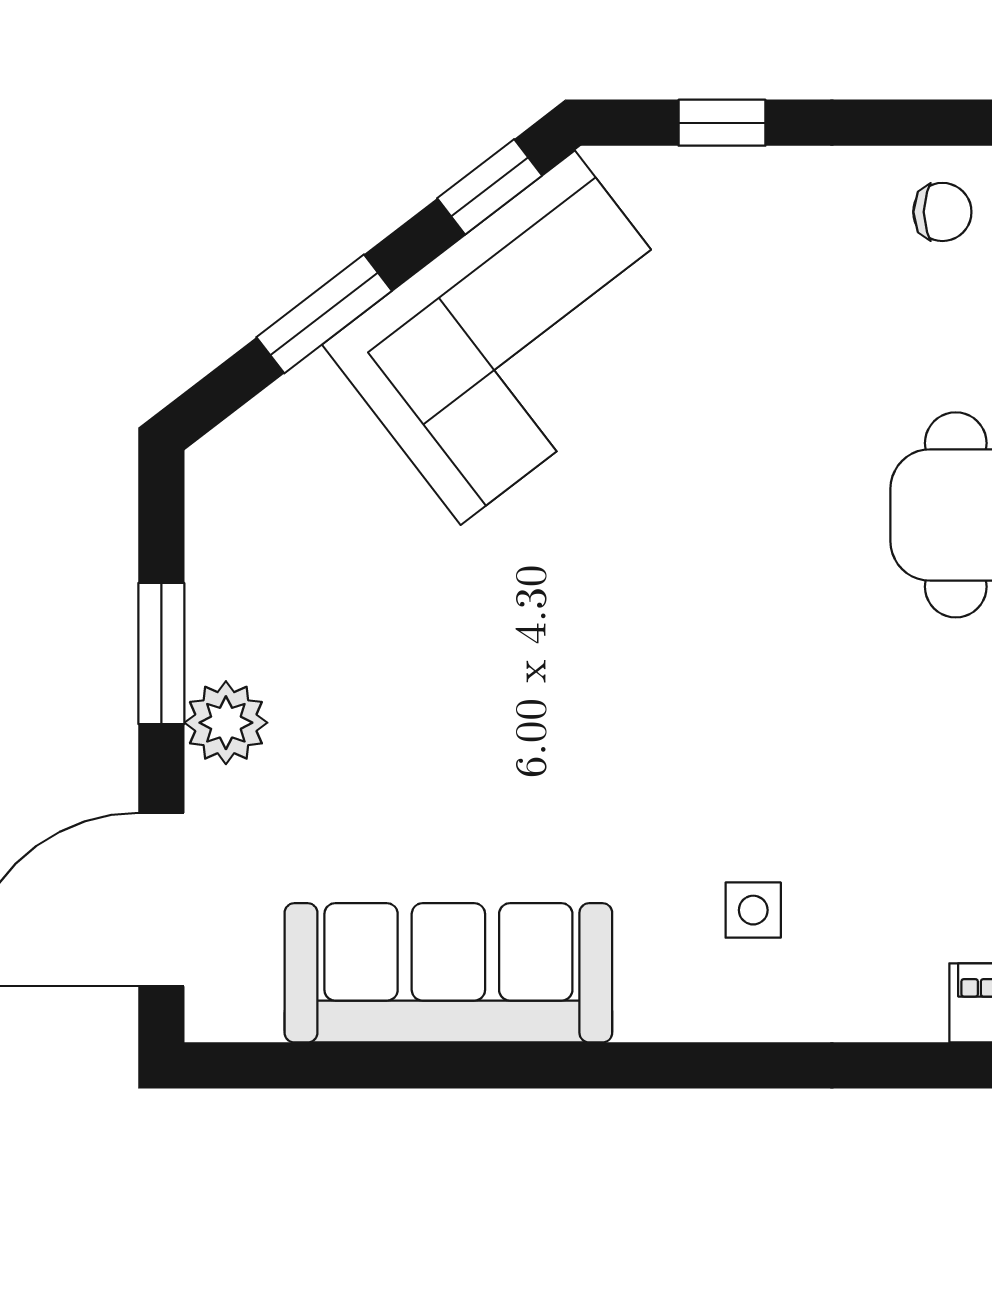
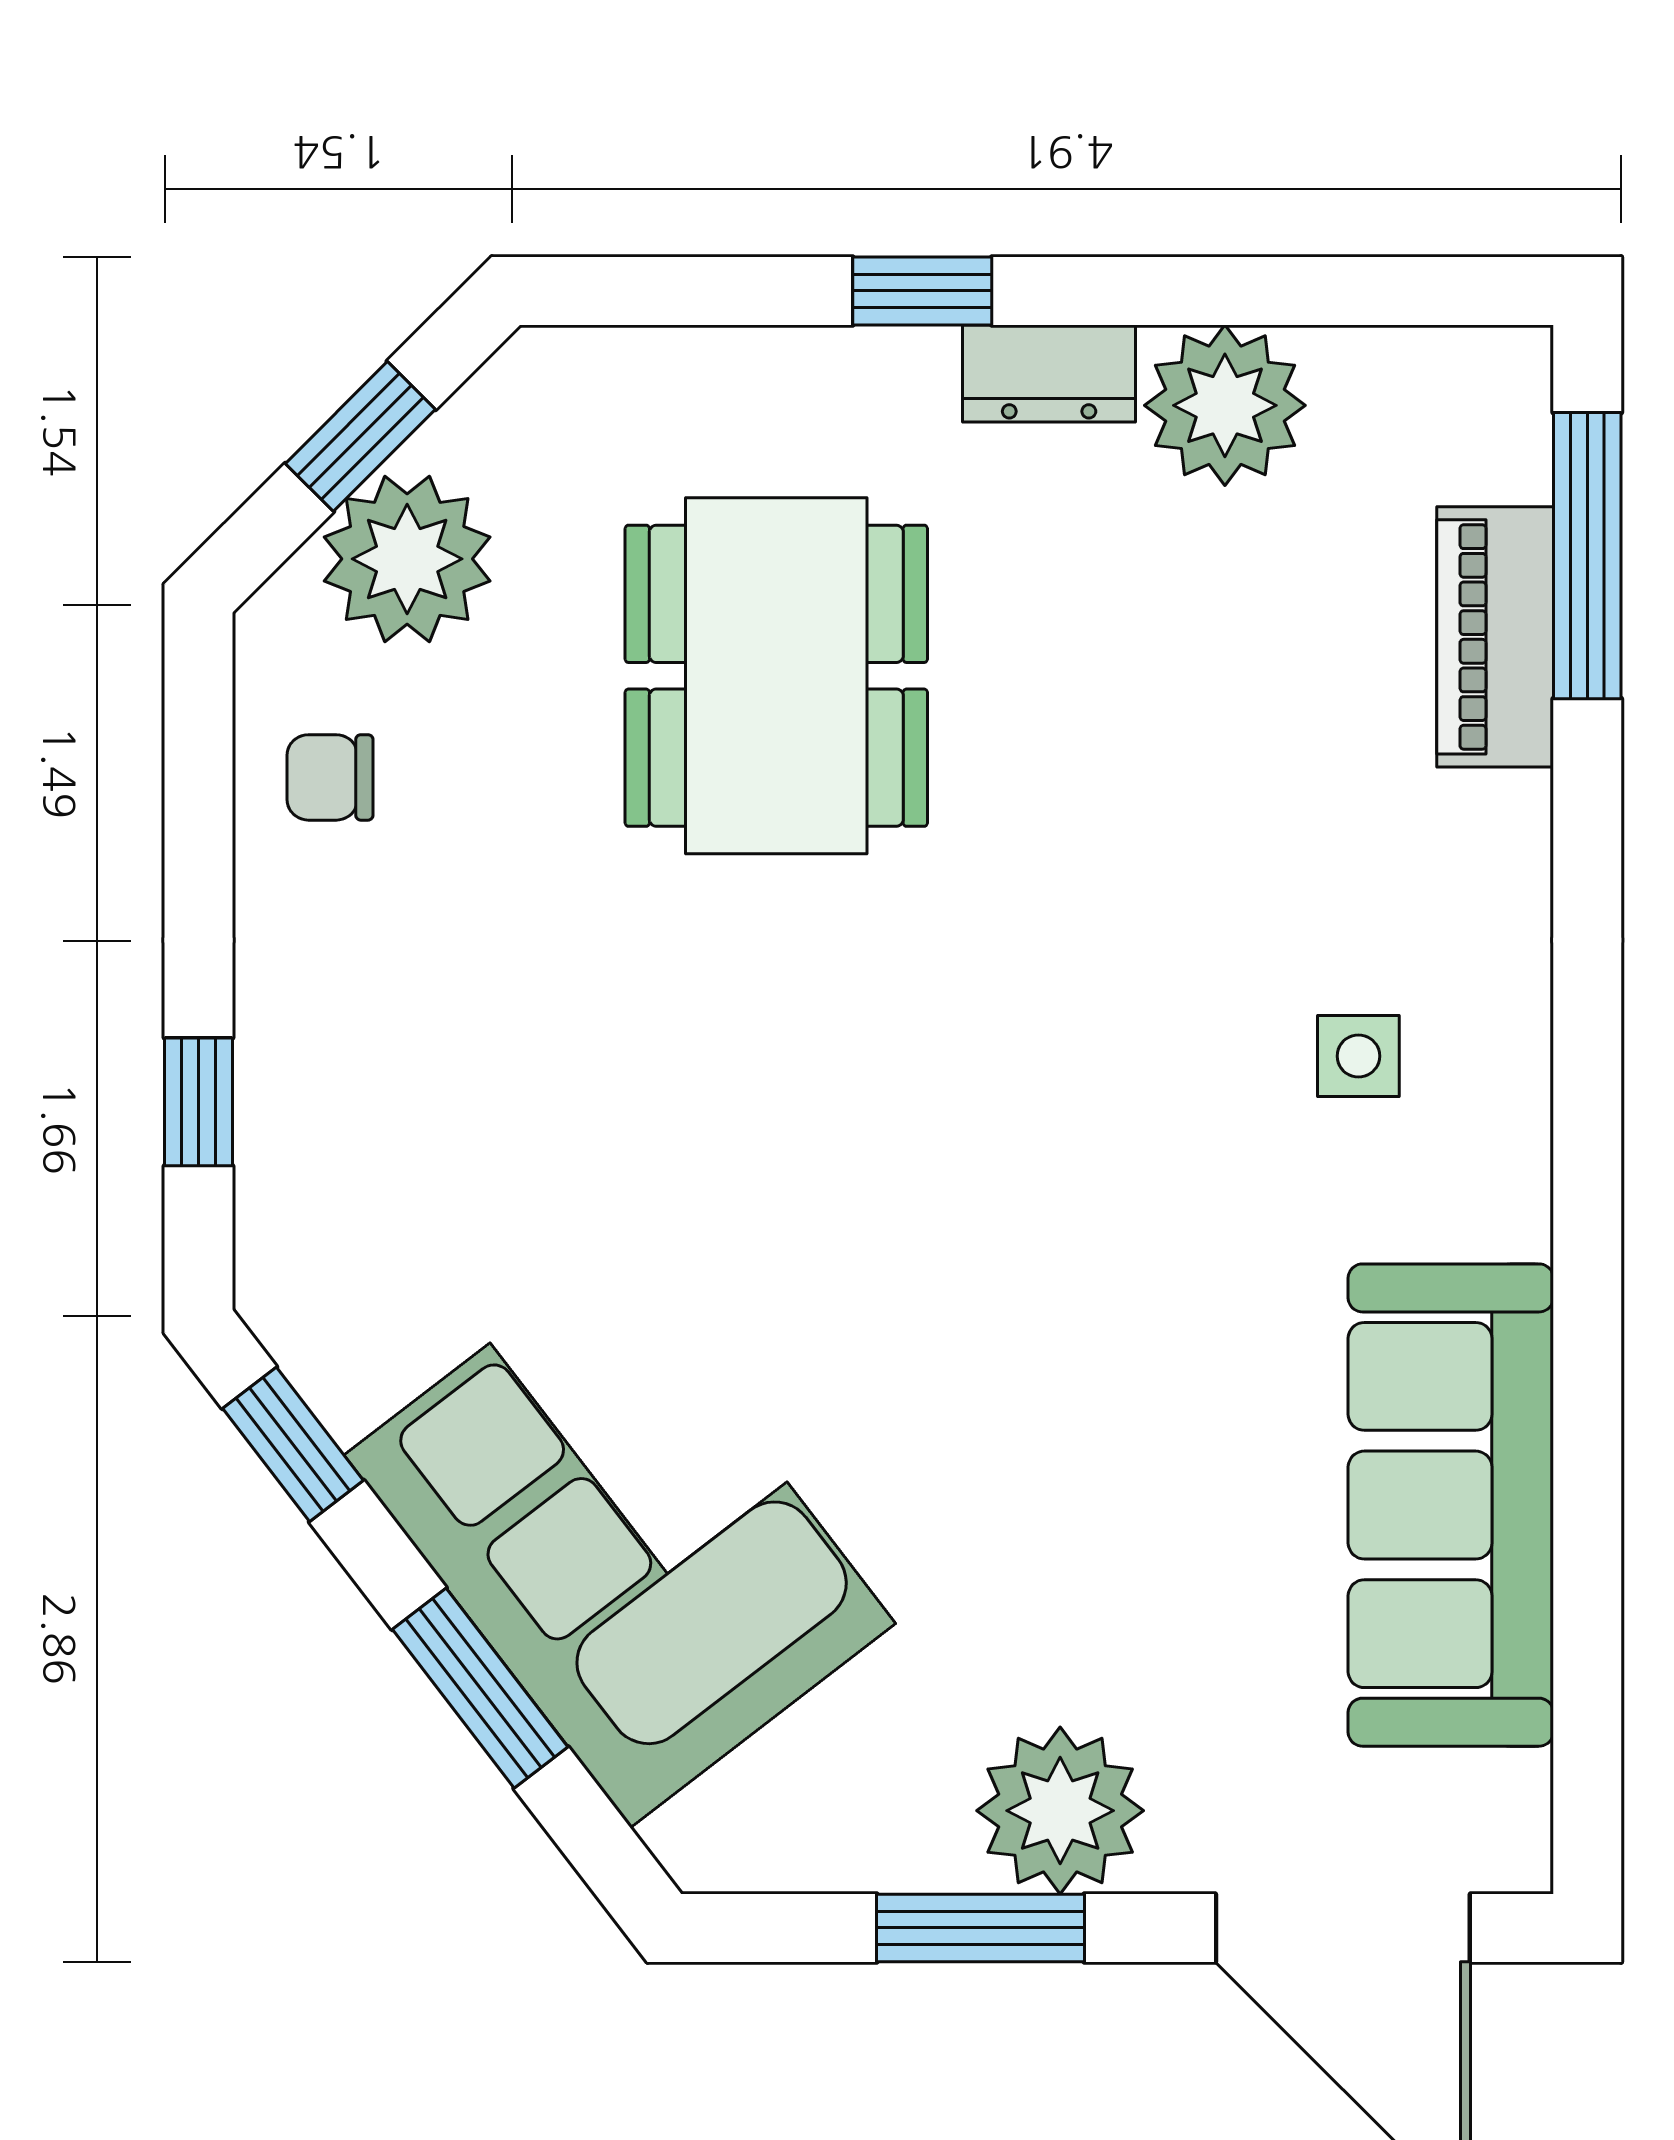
chair: (942, 212) -> (330, 777), turned -90
corner sofa: (518, 338) -> (620, 1539), moved
plant: (226, 723) -> (1060, 1811), width x1.36, depth x1.36

